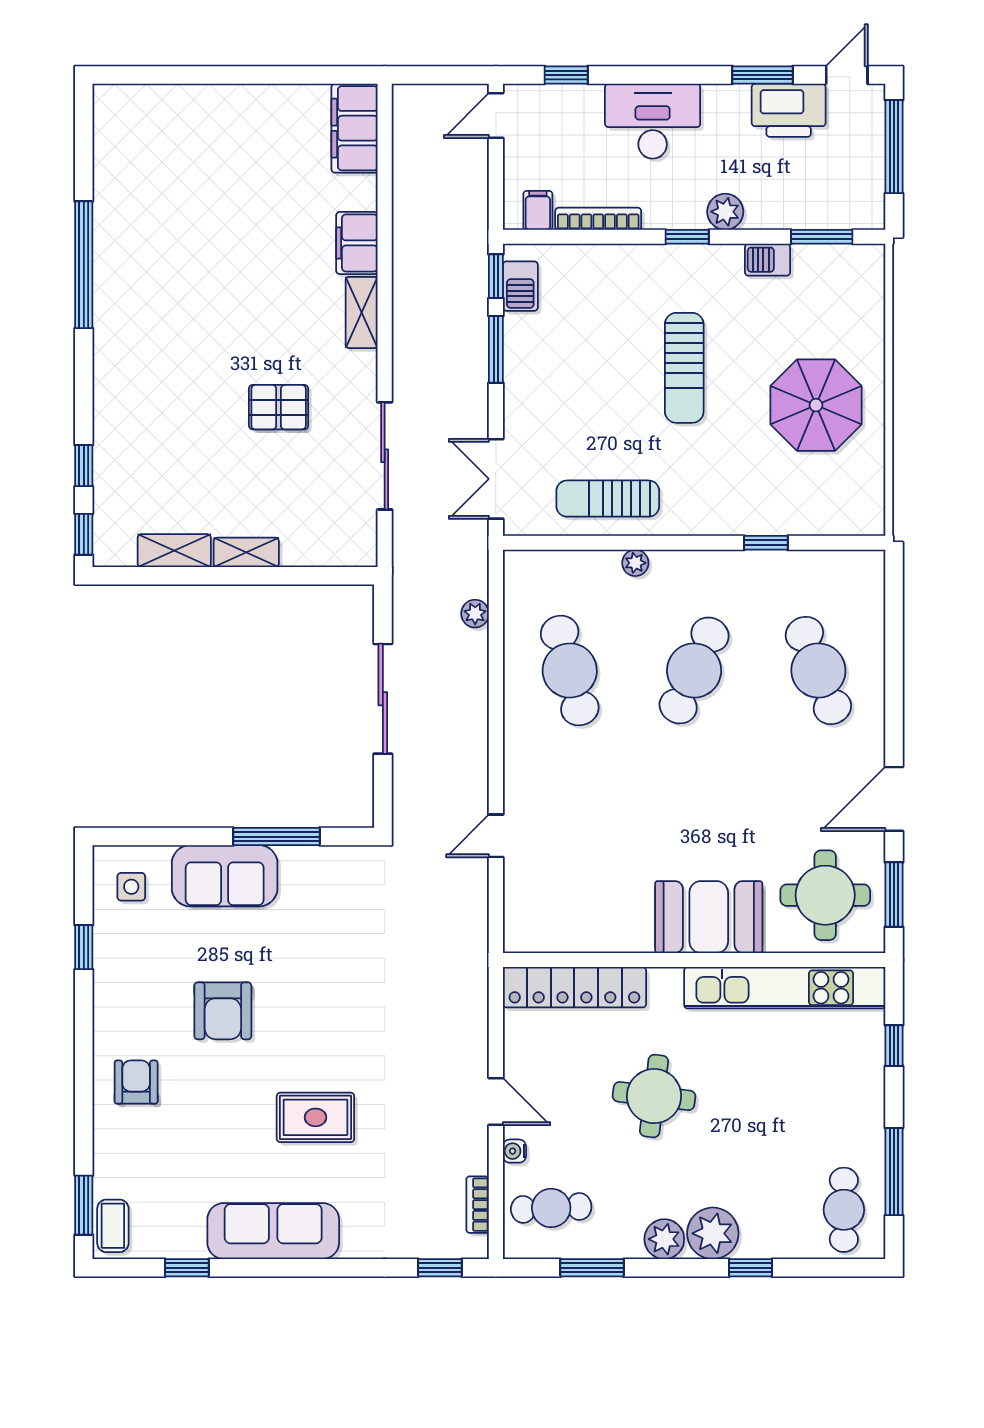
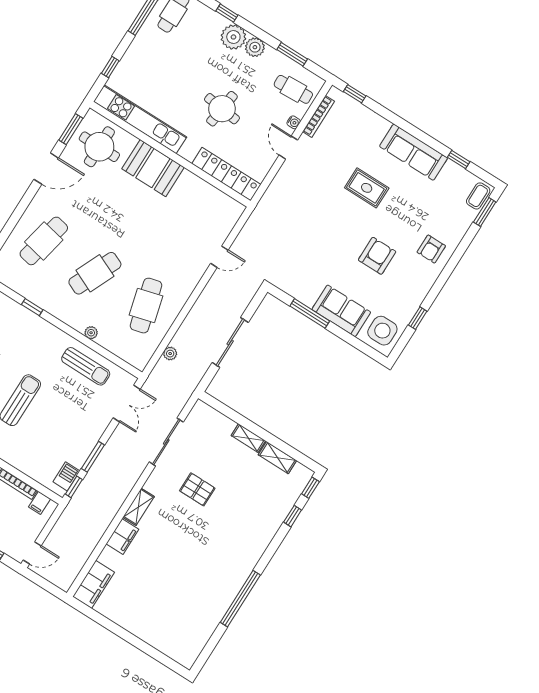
cafe table: (818, 670) -> (44, 241), turned 33
side table: (131, 887) -> (382, 331), width x1.87, depth x1.87
bookcase: (478, 1205) -> (319, 116), width x1.56

